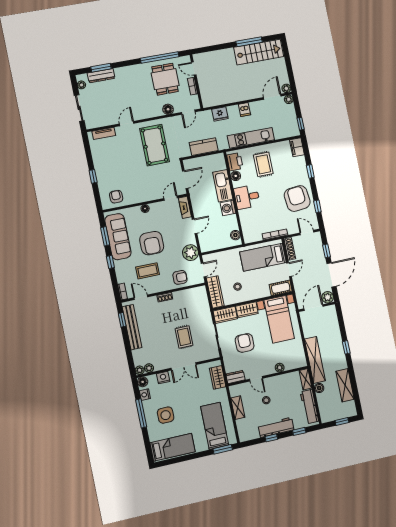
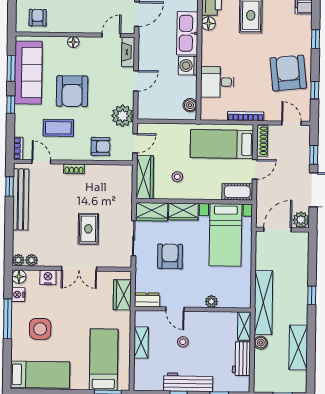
desk: (247, 197) -> (217, 82), moved
workbench: (309, 407) -> (241, 359), width x0.73

